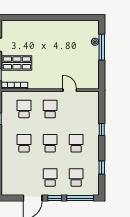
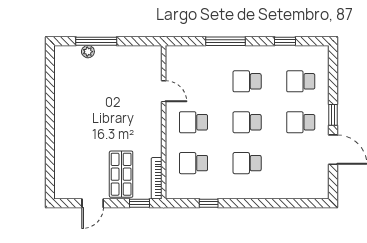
door: (70, 90) -> (164, 91), swing flipped
window: (102, 130) -> (226, 41), width x2.17
window: (80, 198) -> (333, 75), removed

